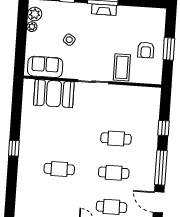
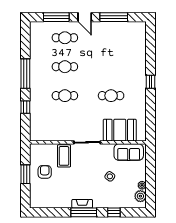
cafe table: (59, 169) -> (111, 96), moved
door: (159, 202) -> (25, 44), removed

